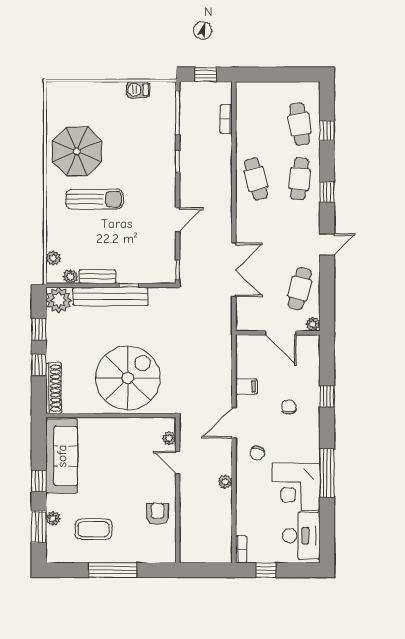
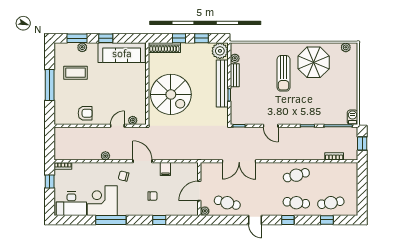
barbecue: (138, 90) -> (353, 117), moved
plant: (53, 258) -> (346, 47), moved
coffee table: (93, 529) -> (76, 73), turned 90

